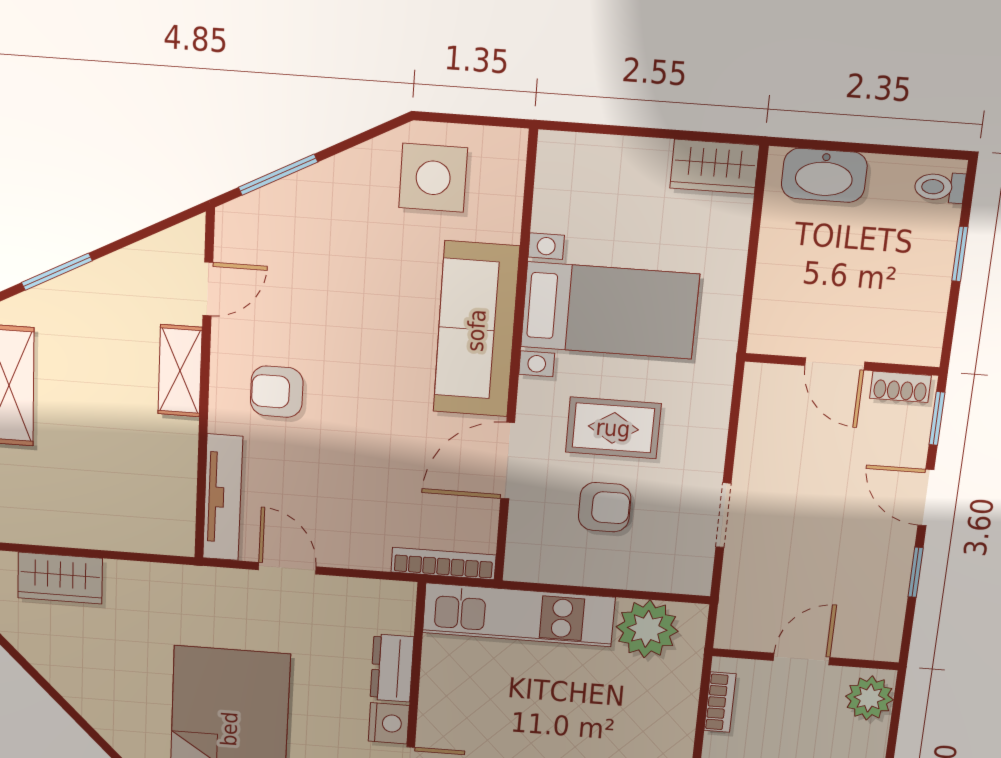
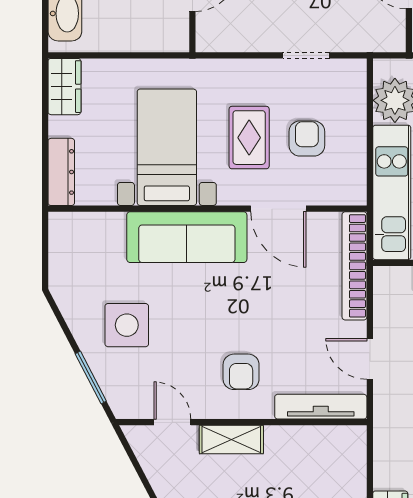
dresser: (587, 153) -> (61, 172), added
side table: (433, 178) -> (127, 325), moved
bookcase: (443, 563) -> (354, 266), width x1.48, depth x1.31
door: (287, 568) -> (370, 359), hinge flipped

